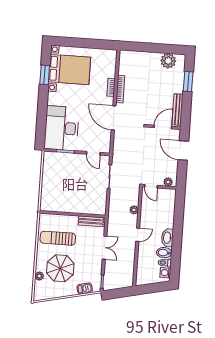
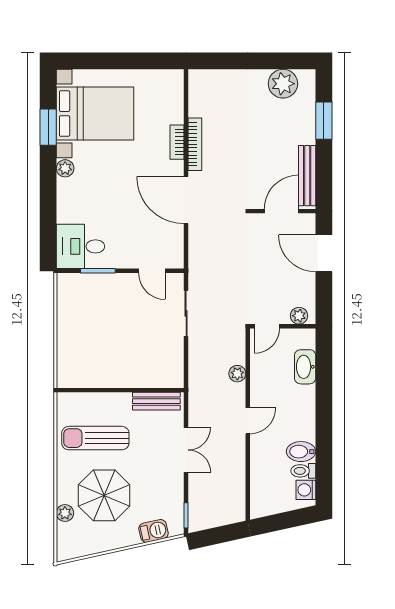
plant: (52, 97) -> (65, 168), added
desk: (62, 128) -> (80, 246), width x0.53, depth x0.77
door: (151, 186) -> (267, 326), hinge flipped
washbasin: (167, 238) -> (305, 367), moved

